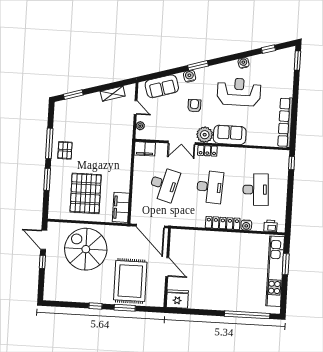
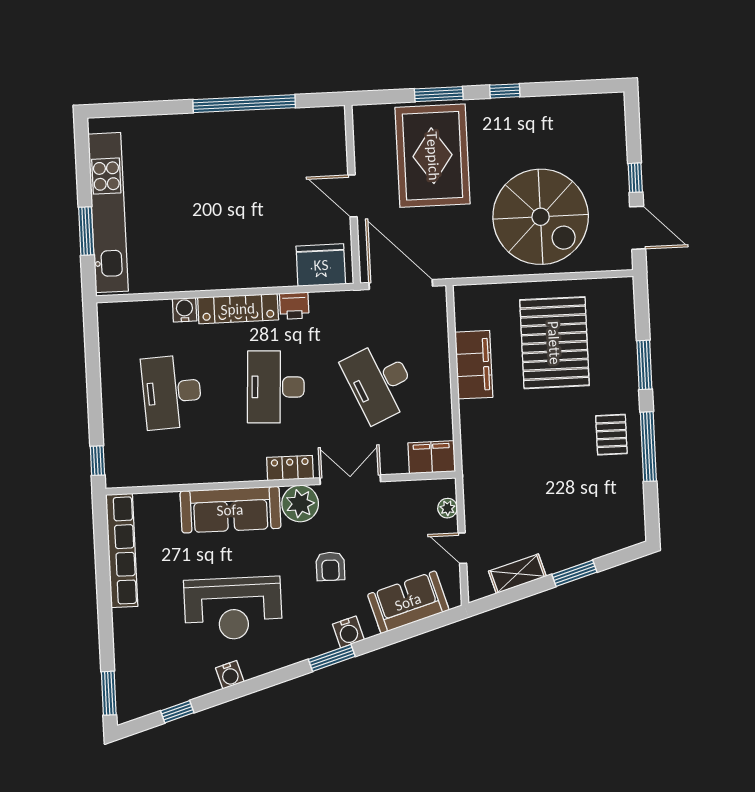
window: (73, 95) -> (574, 573), moved
sofa: (230, 135) -> (230, 510), width x1.36
desk: (164, 184) -> (380, 382), turned -39
filing cabinet: (121, 207) -> (474, 365), moved
printer: (271, 226) -> (294, 306), moved
fridge: (177, 299) -> (321, 265), moved, turned 180
window: (247, 315) -> (244, 104), moved

